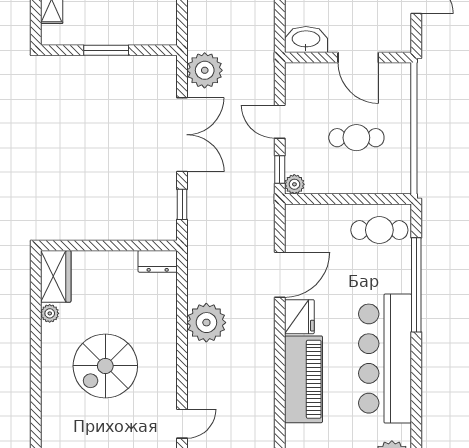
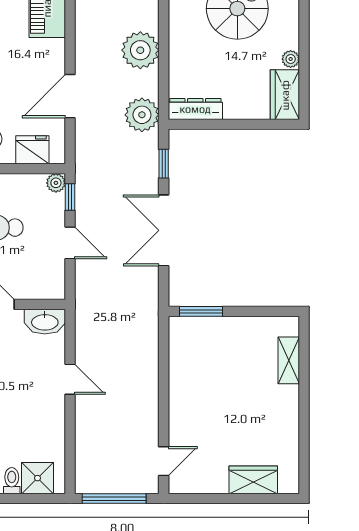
window: (106, 50) -> (201, 311), moved
plant: (205, 70) -> (142, 115), moved
dresser: (158, 261) -> (195, 109), width x1.44
fridge: (299, 317) -> (32, 150), moved, turned 90

